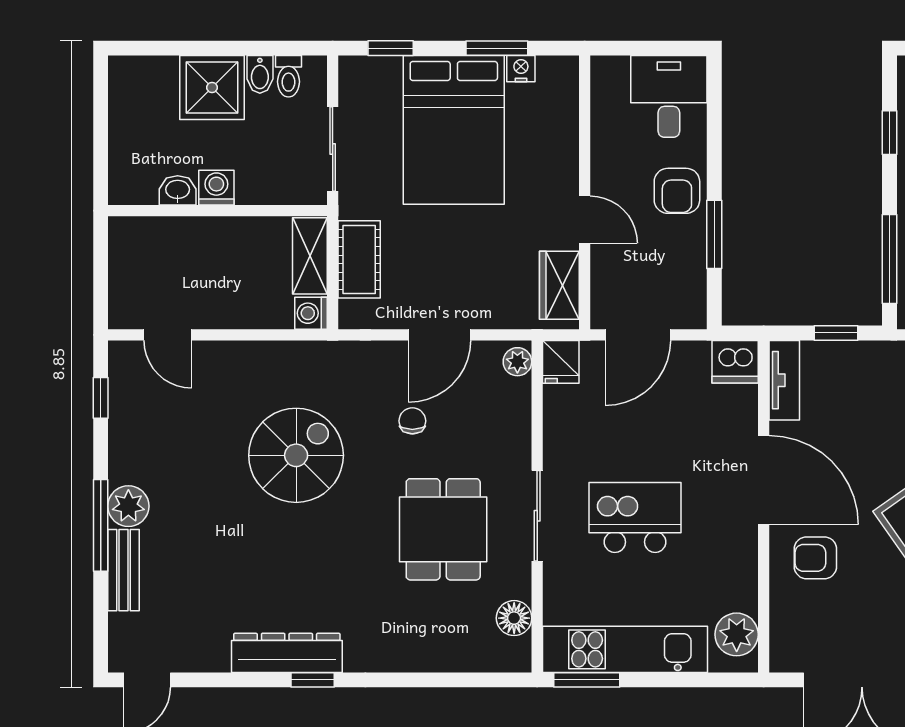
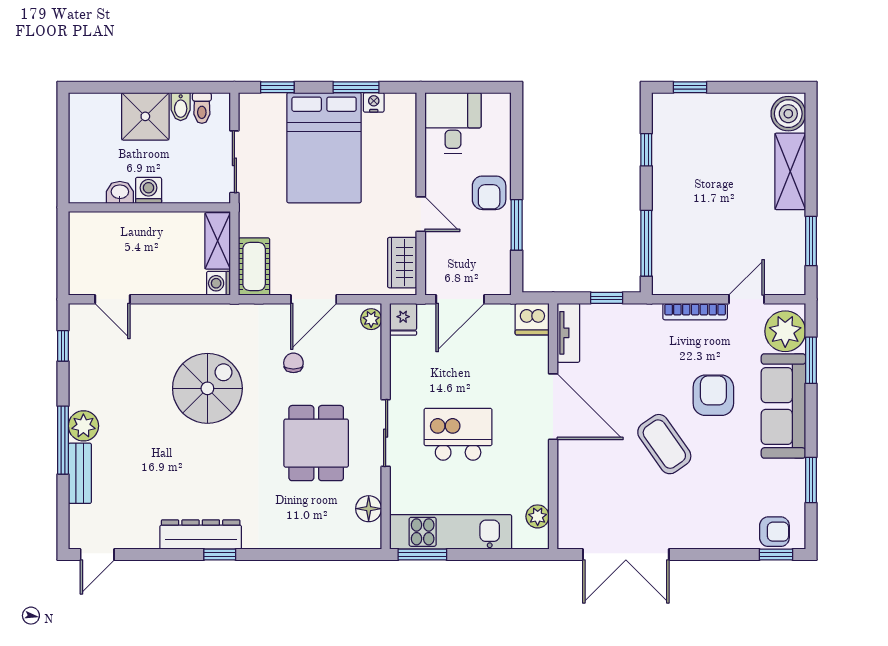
desk: (669, 96) -> (453, 123), moved
cot: (359, 259) -> (254, 267), moved
armchair: (815, 558) -> (591, 464), removed
plant: (737, 634) -> (538, 516), width x0.73, depth x0.73

